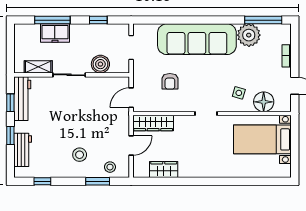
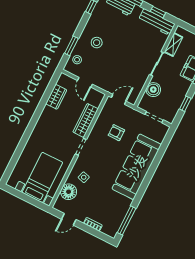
plant: (249, 35) -> (121, 205), removed
door: (131, 98) -> (119, 99), hinge flipped
wardrobe: (153, 123) -> (86, 120), moved

